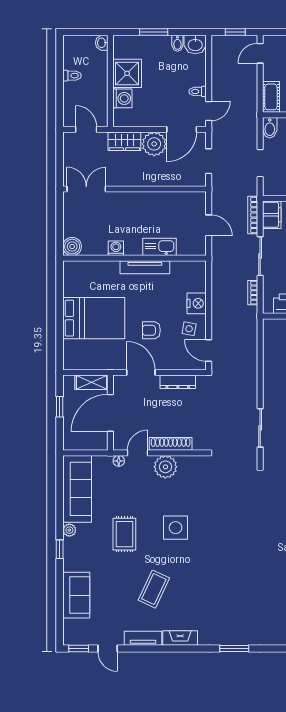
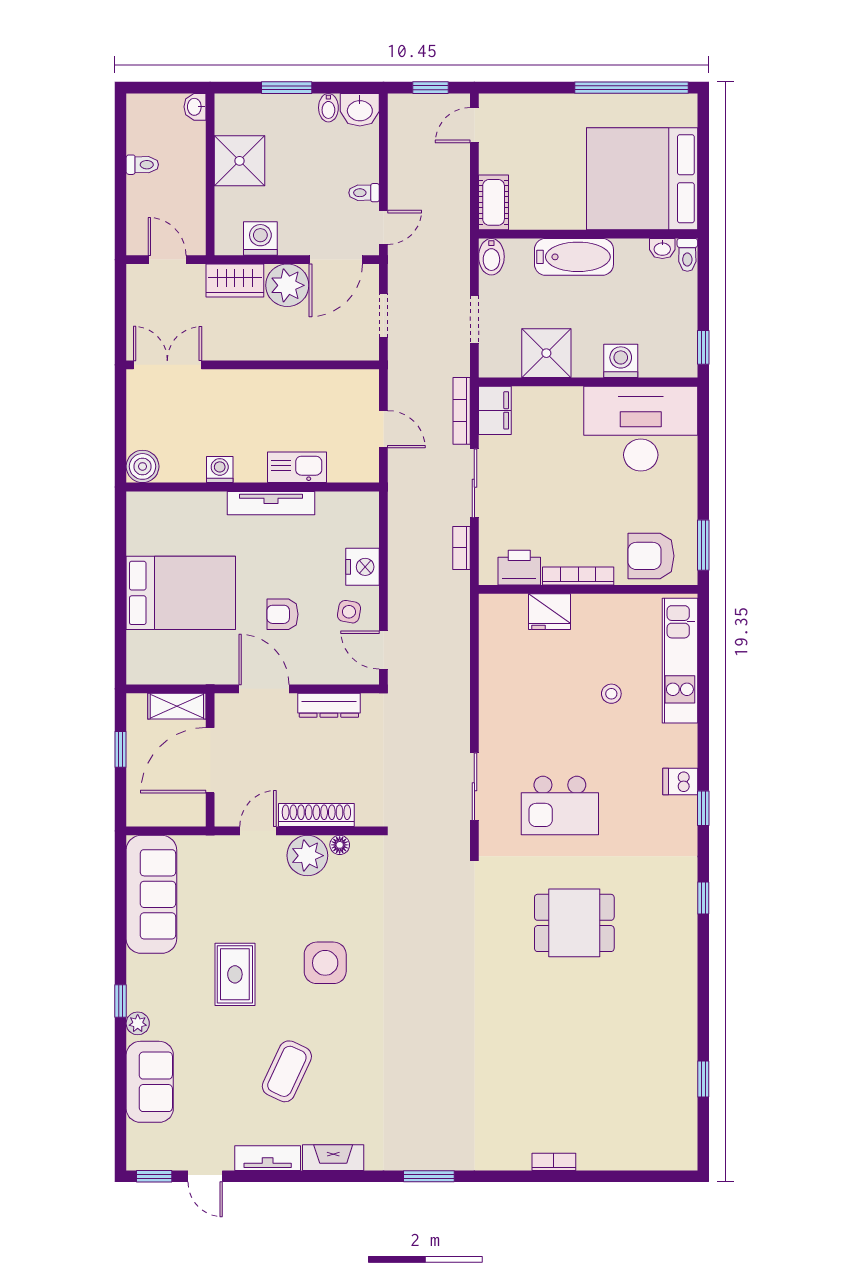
washing machine: (122, 98) -> (260, 239), moved, turned -90
floor lamp: (119, 461) -> (340, 845), moved
plant: (69, 530) -> (138, 1023), moved

